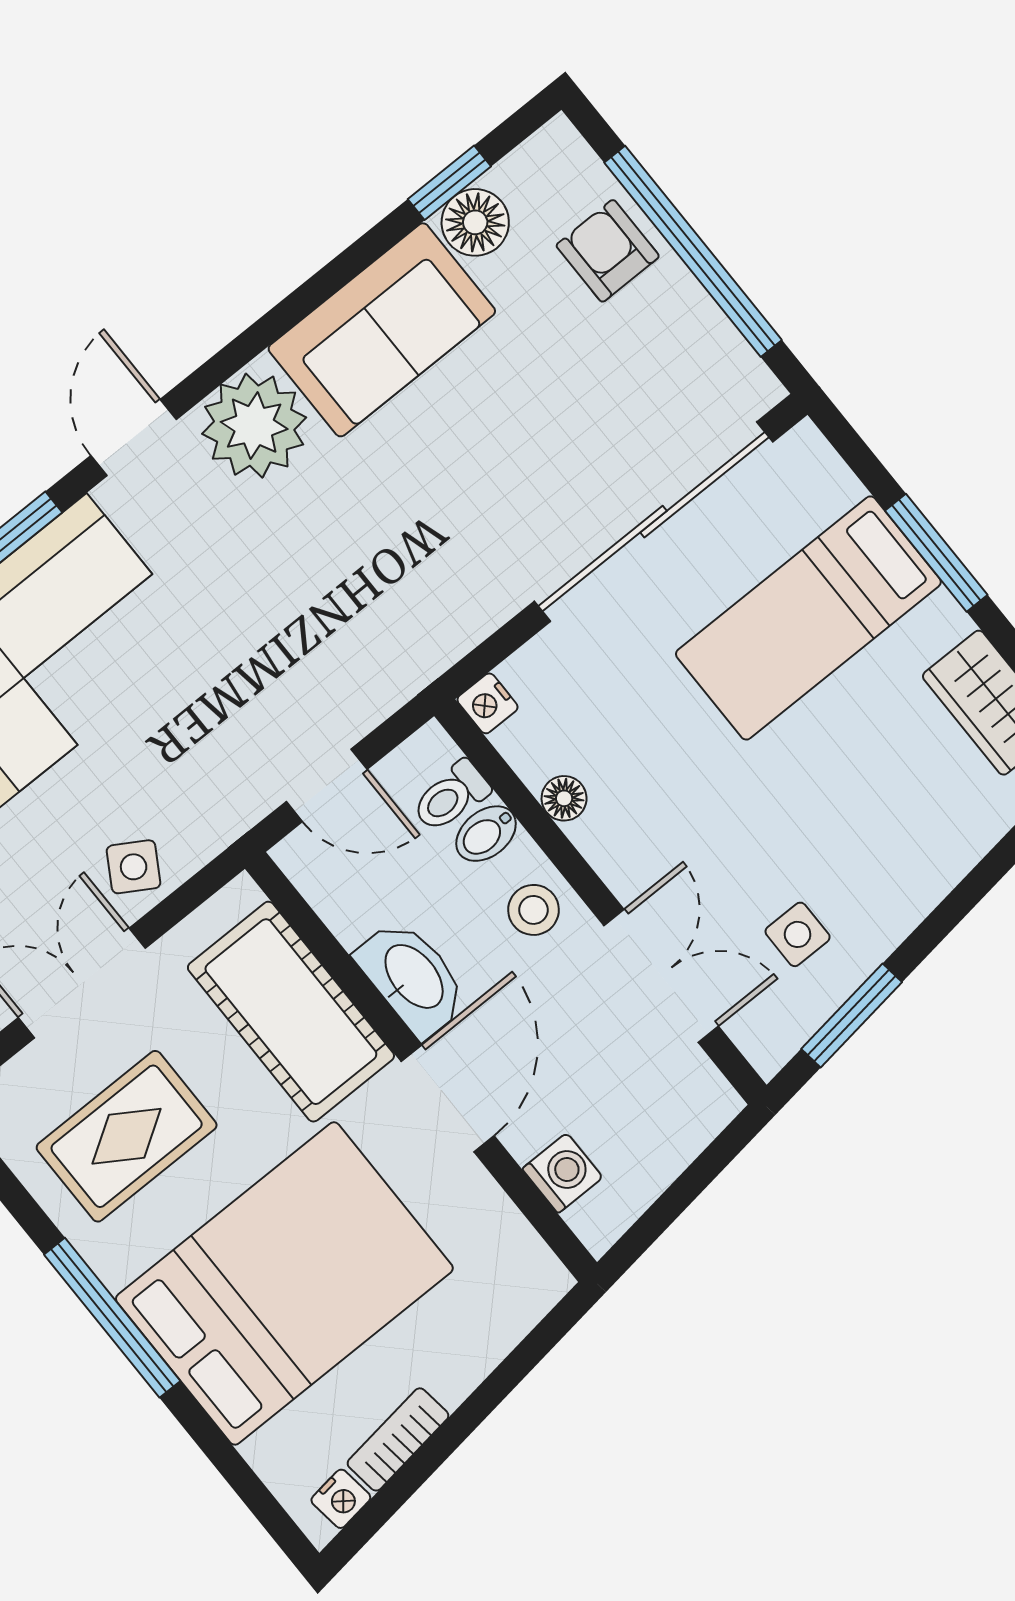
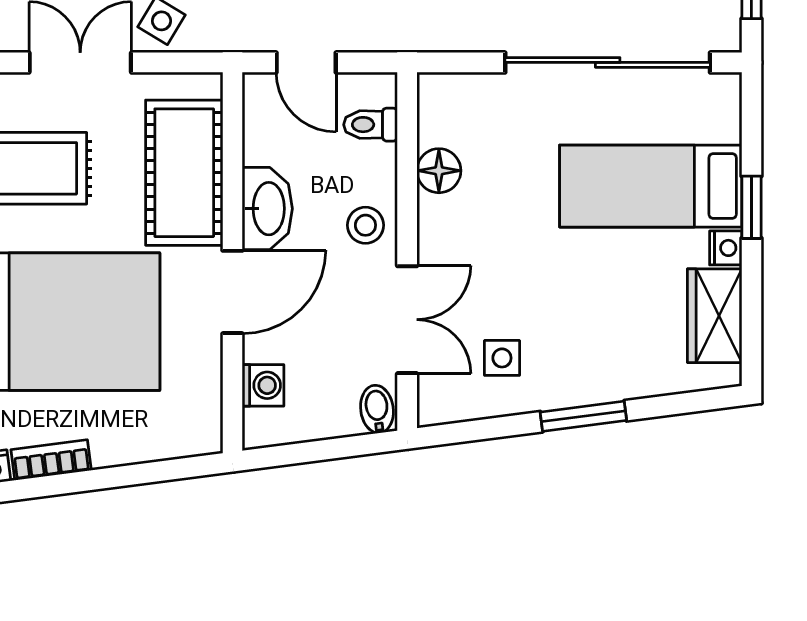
window: (936, 553) -> (751, 207), width x0.67
nightstand: (487, 703) -> (726, 248), moved, turned 180
floor lamp: (564, 798) -> (439, 171), width x1.37, depth x1.37
bidet: (486, 834) -> (377, 409), moved, turned 83
window: (852, 1016) -> (583, 416), moved

